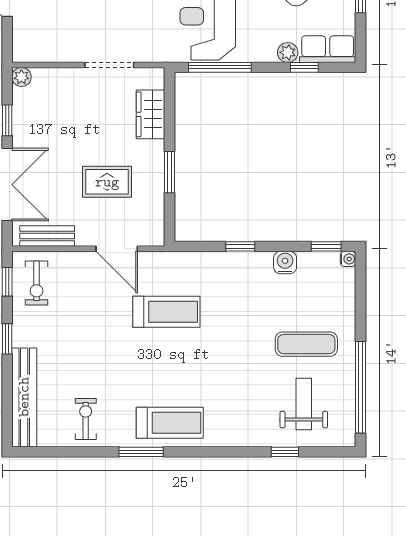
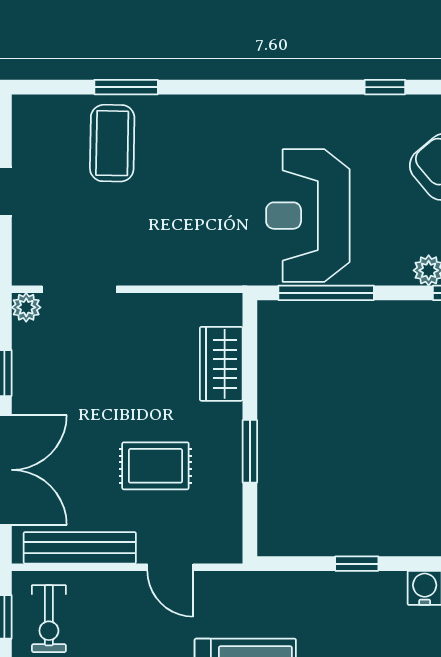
doorway: (109, 65) -> (79, 289), moved
bench: (47, 236) -> (80, 548), width x1.36
door: (117, 249) -> (170, 567), width x0.73

